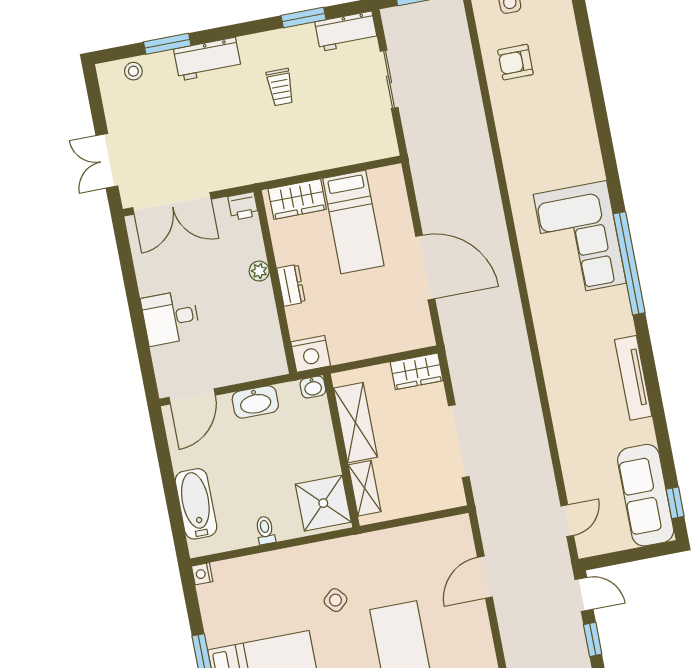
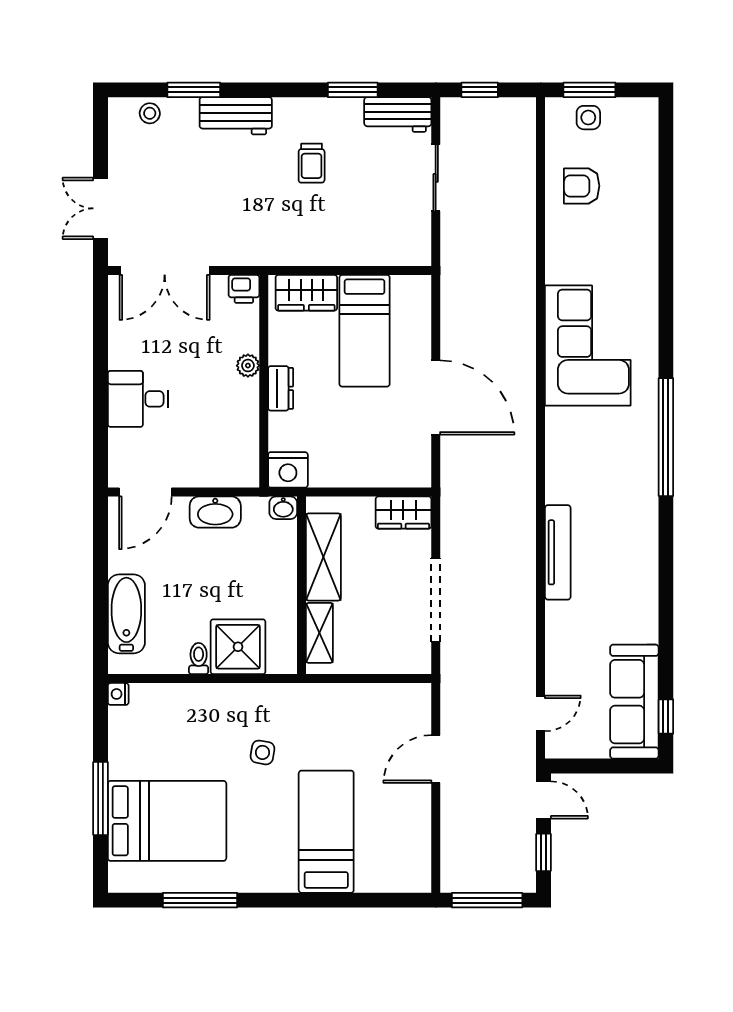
corner sofa: (580, 239) -> (588, 346), moved, turned 180
tv unit: (633, 378) -> (558, 552), moved, turned 180
shower: (323, 503) -> (238, 647), moved
side table: (335, 600) -> (263, 752), turned -38

